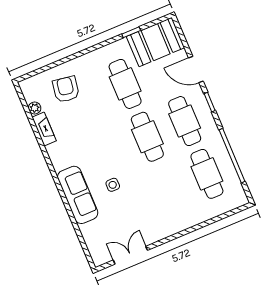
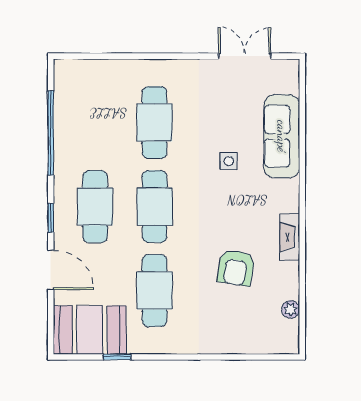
armchair: (66, 89) -> (236, 268), moved
fireplace: (44, 129) -> (290, 237), moved
cafe table: (207, 174) -> (155, 123), moved
sofa: (78, 195) -> (282, 136), moved
double door: (130, 255) -> (245, 56), swing flipped

